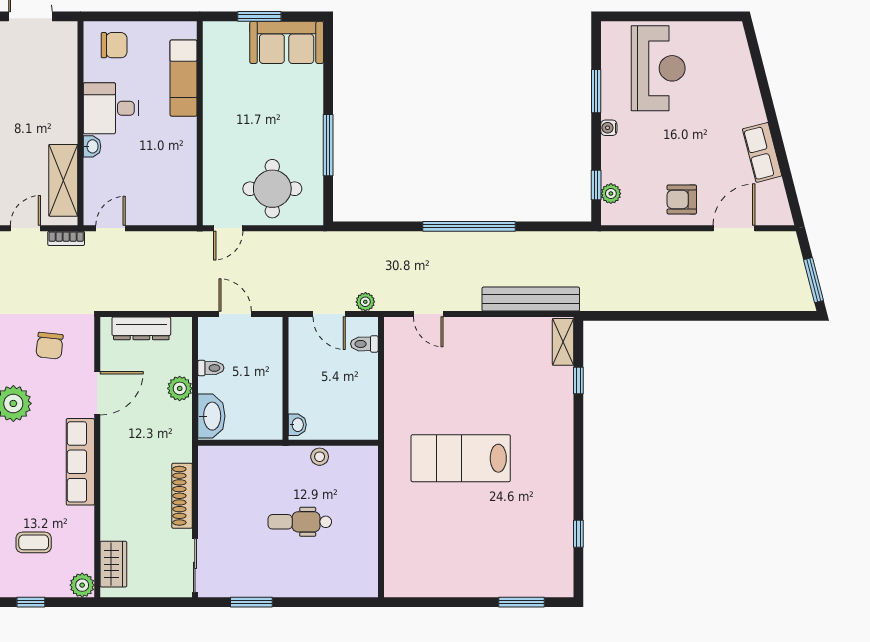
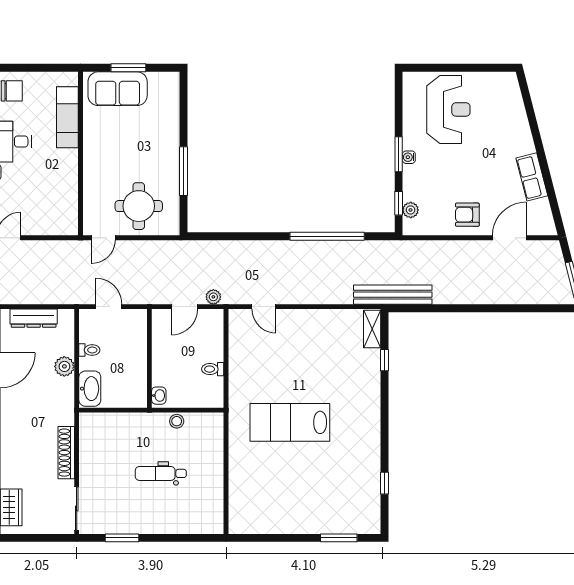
sofa: (287, 42) -> (118, 89), moved
window: (596, 91) -> (399, 154), moved
window: (469, 226) -> (327, 236), moved
bench: (531, 299) -> (393, 295), moved
door: (329, 314) -> (184, 307), hinge flipped
toilet: (364, 344) -> (213, 369), moved

